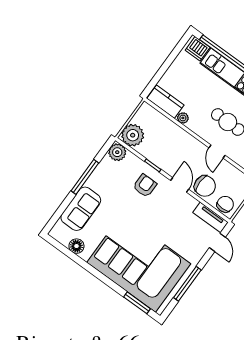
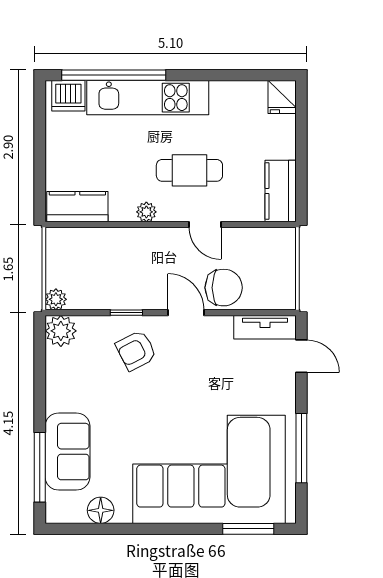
plant: (183, 118) -> (146, 212), moved
plant: (133, 135) -> (56, 299), width x0.53, depth x0.53
window: (85, 177) -> (40, 467), moved
armchair: (145, 186) -> (136, 350), turned -117
chair: (225, 204) -> (272, 293), removed

